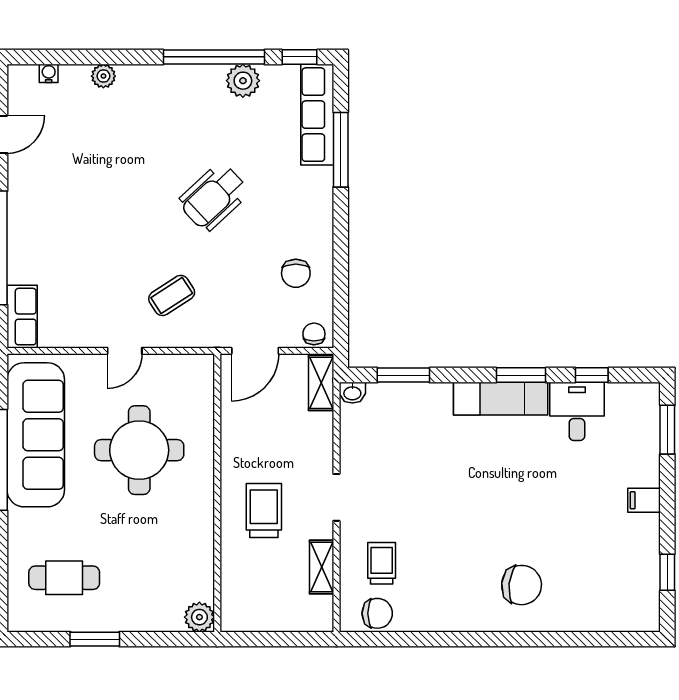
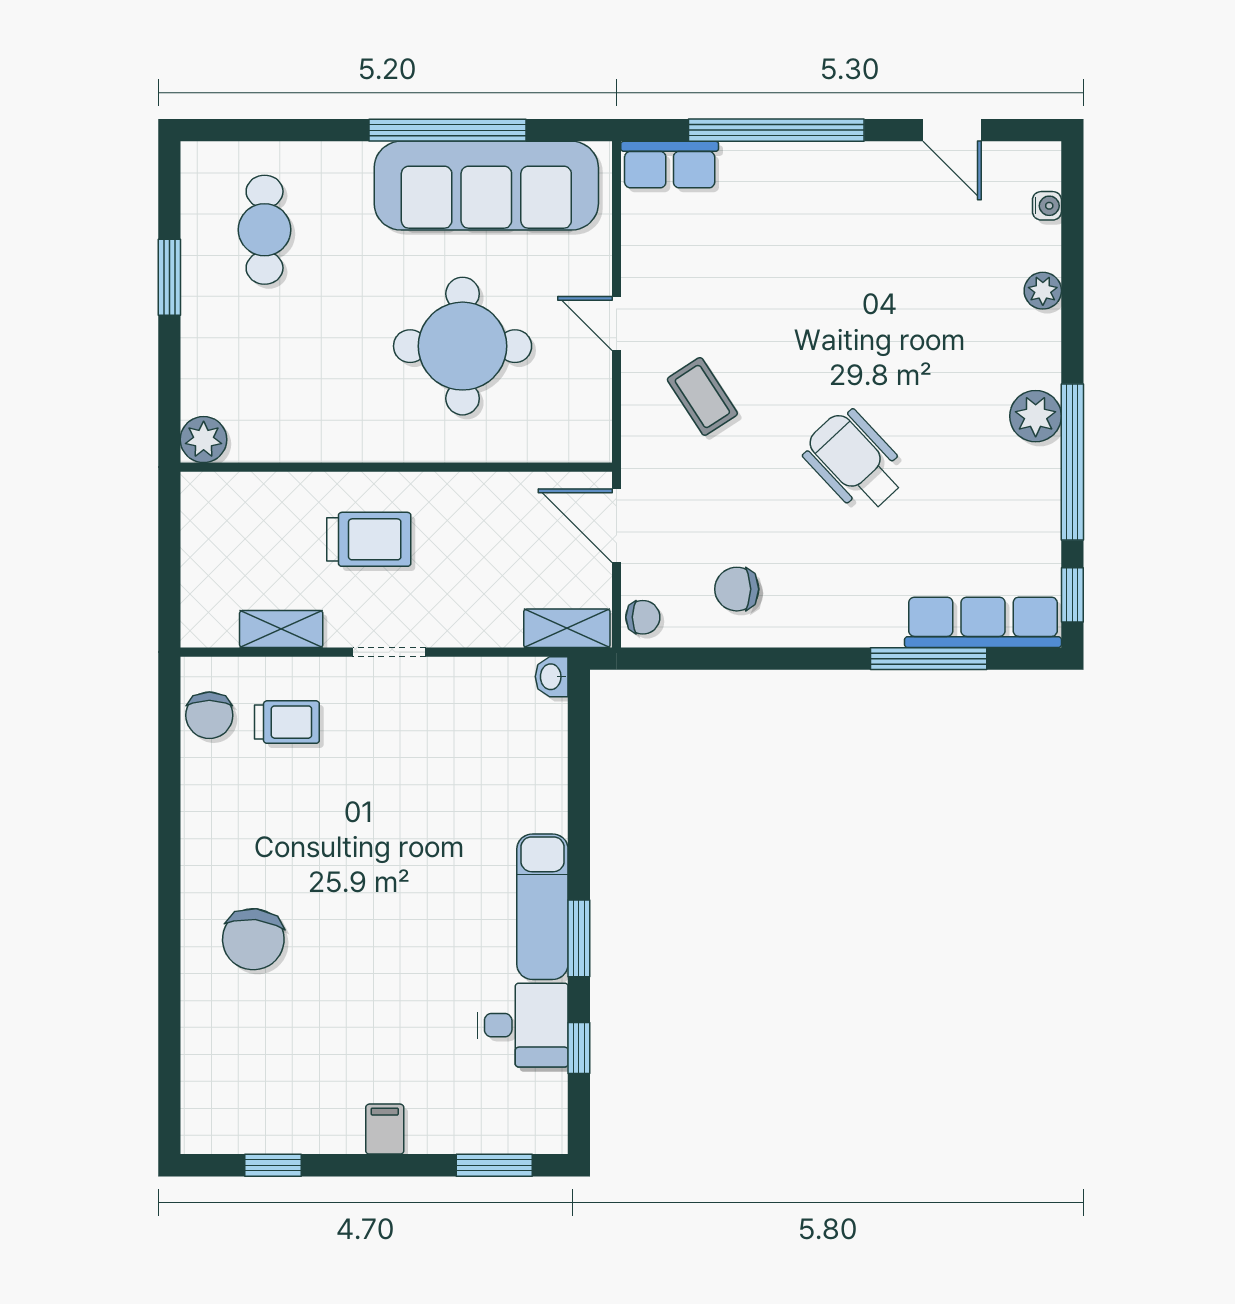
plant: (243, 81) -> (1036, 416), moved
window: (403, 375) -> (579, 756), removed

